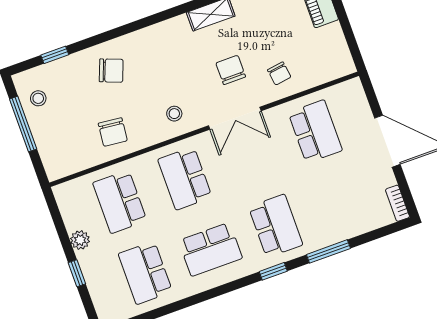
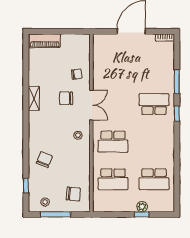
school desk: (315, 131) -> (113, 66), removed
chair: (113, 132) -> (73, 194), moved
plant: (80, 240) -> (142, 207), moved
school desk: (210, 249) -> (154, 142), removed

